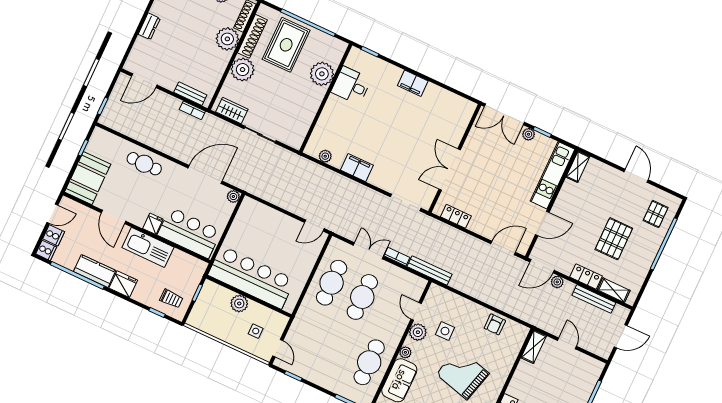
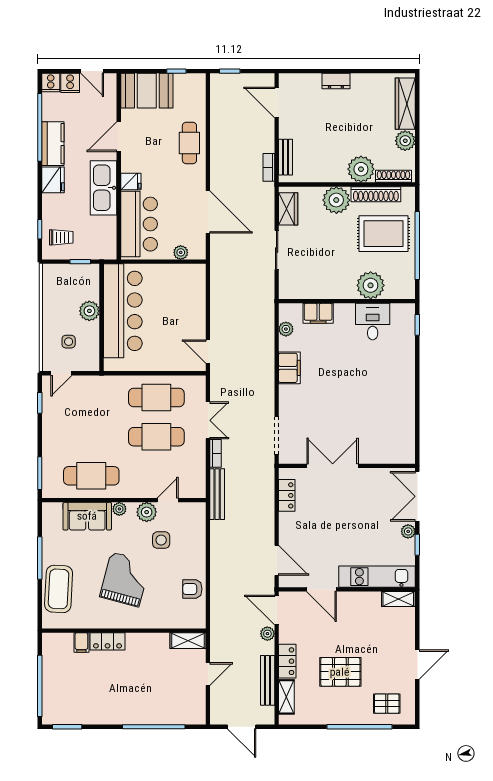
filing cabinet: (413, 83) -> (318, 313), moved, turned -90
plant: (233, 196) -> (181, 252), moved
trolley: (171, 299) -> (61, 237), turned -90

